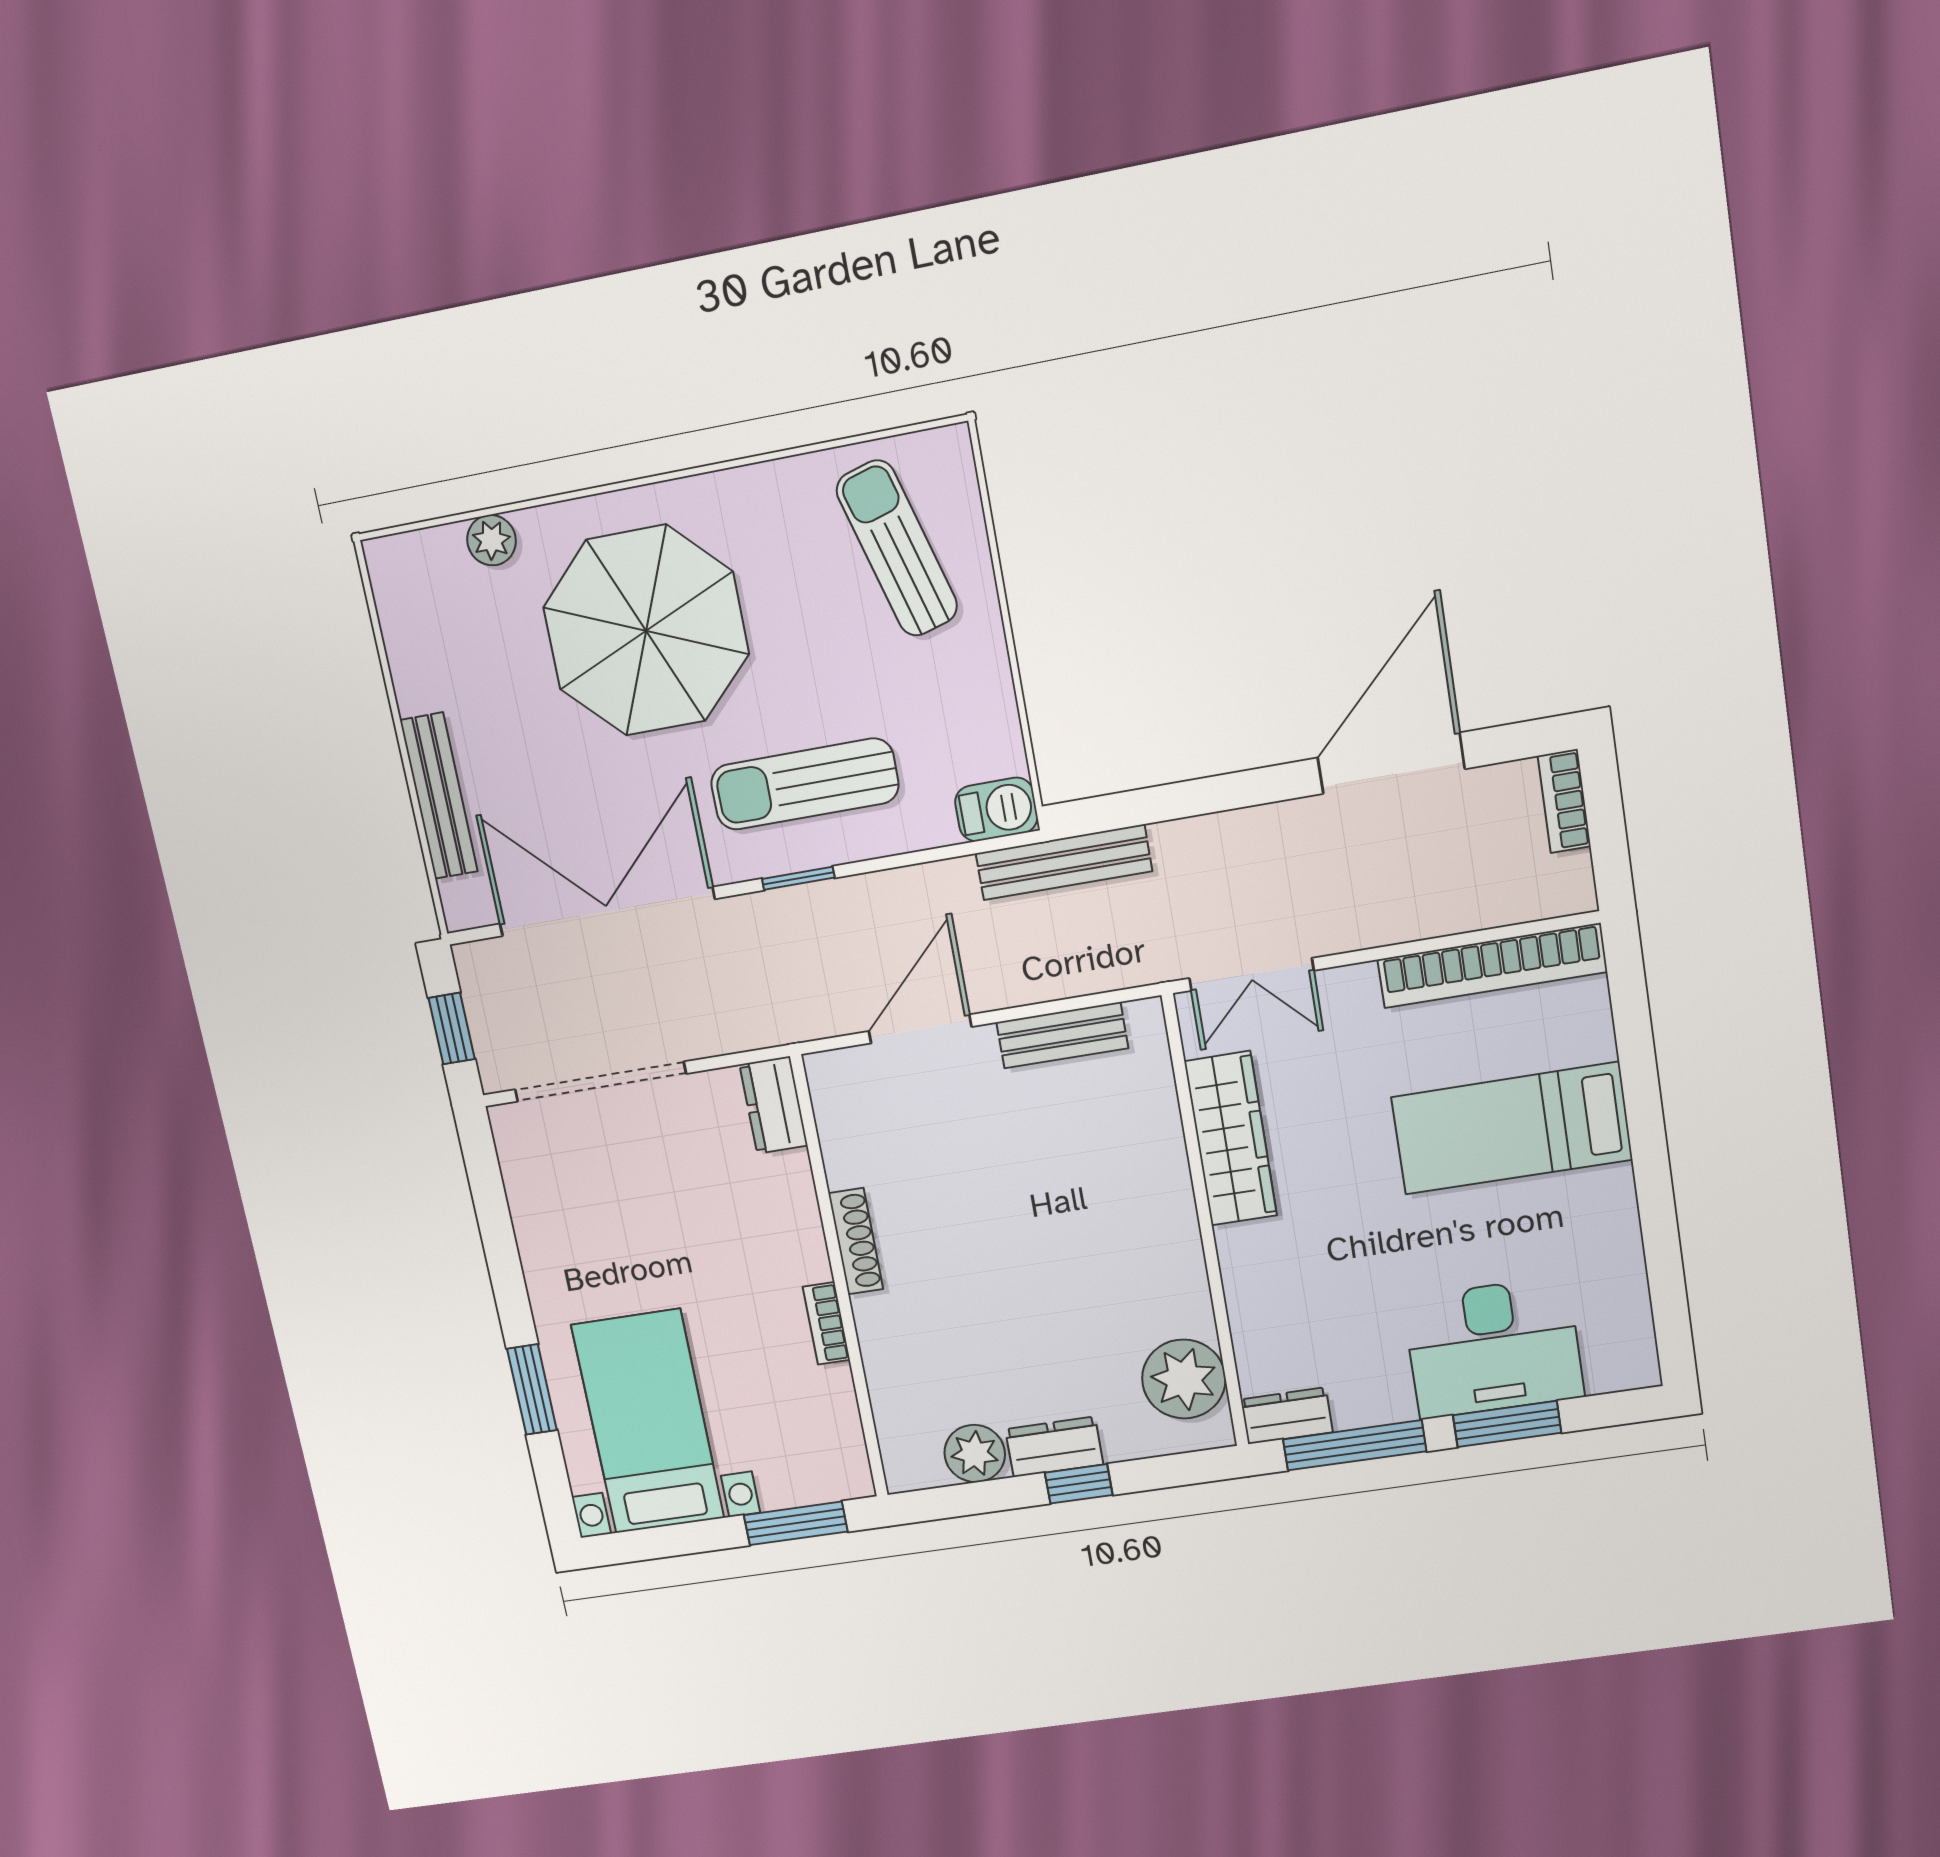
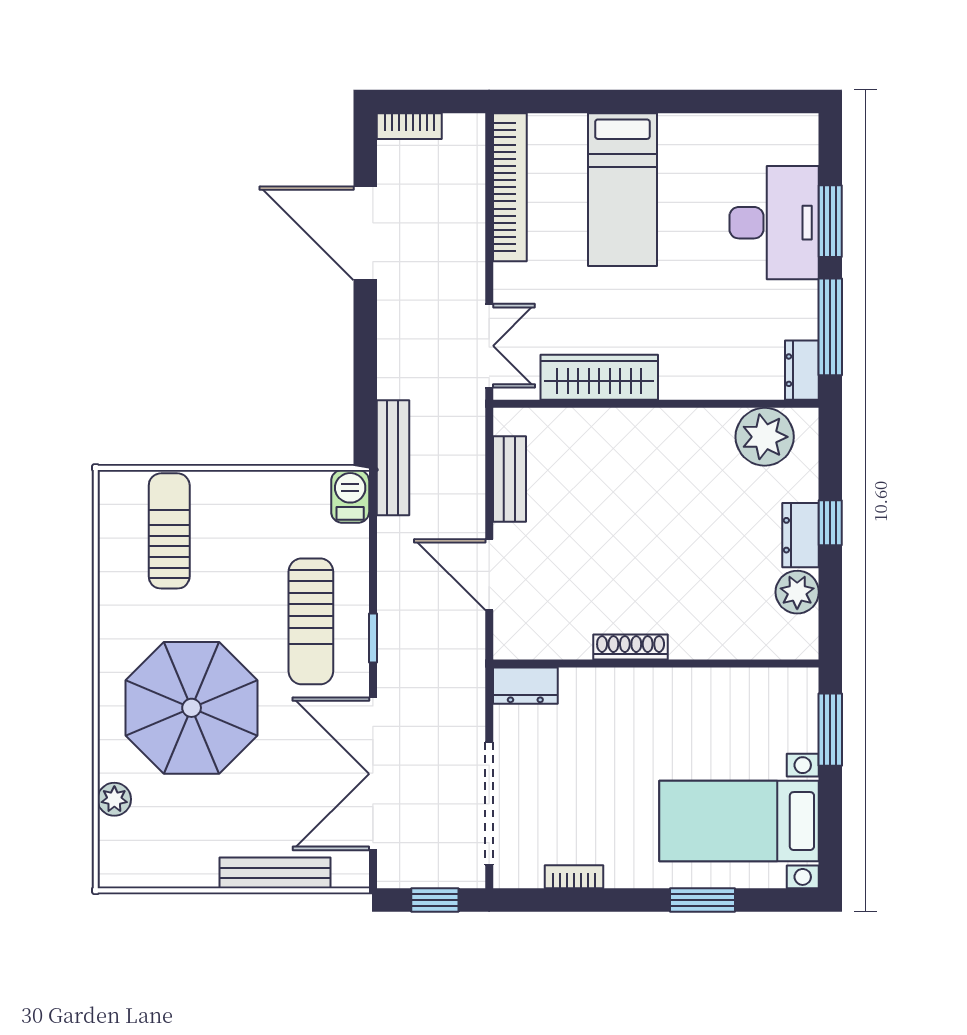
sun lounger: (897, 548) -> (169, 531), turned 106
bookcase: (826, 1323) -> (574, 877), moved, turned 180

